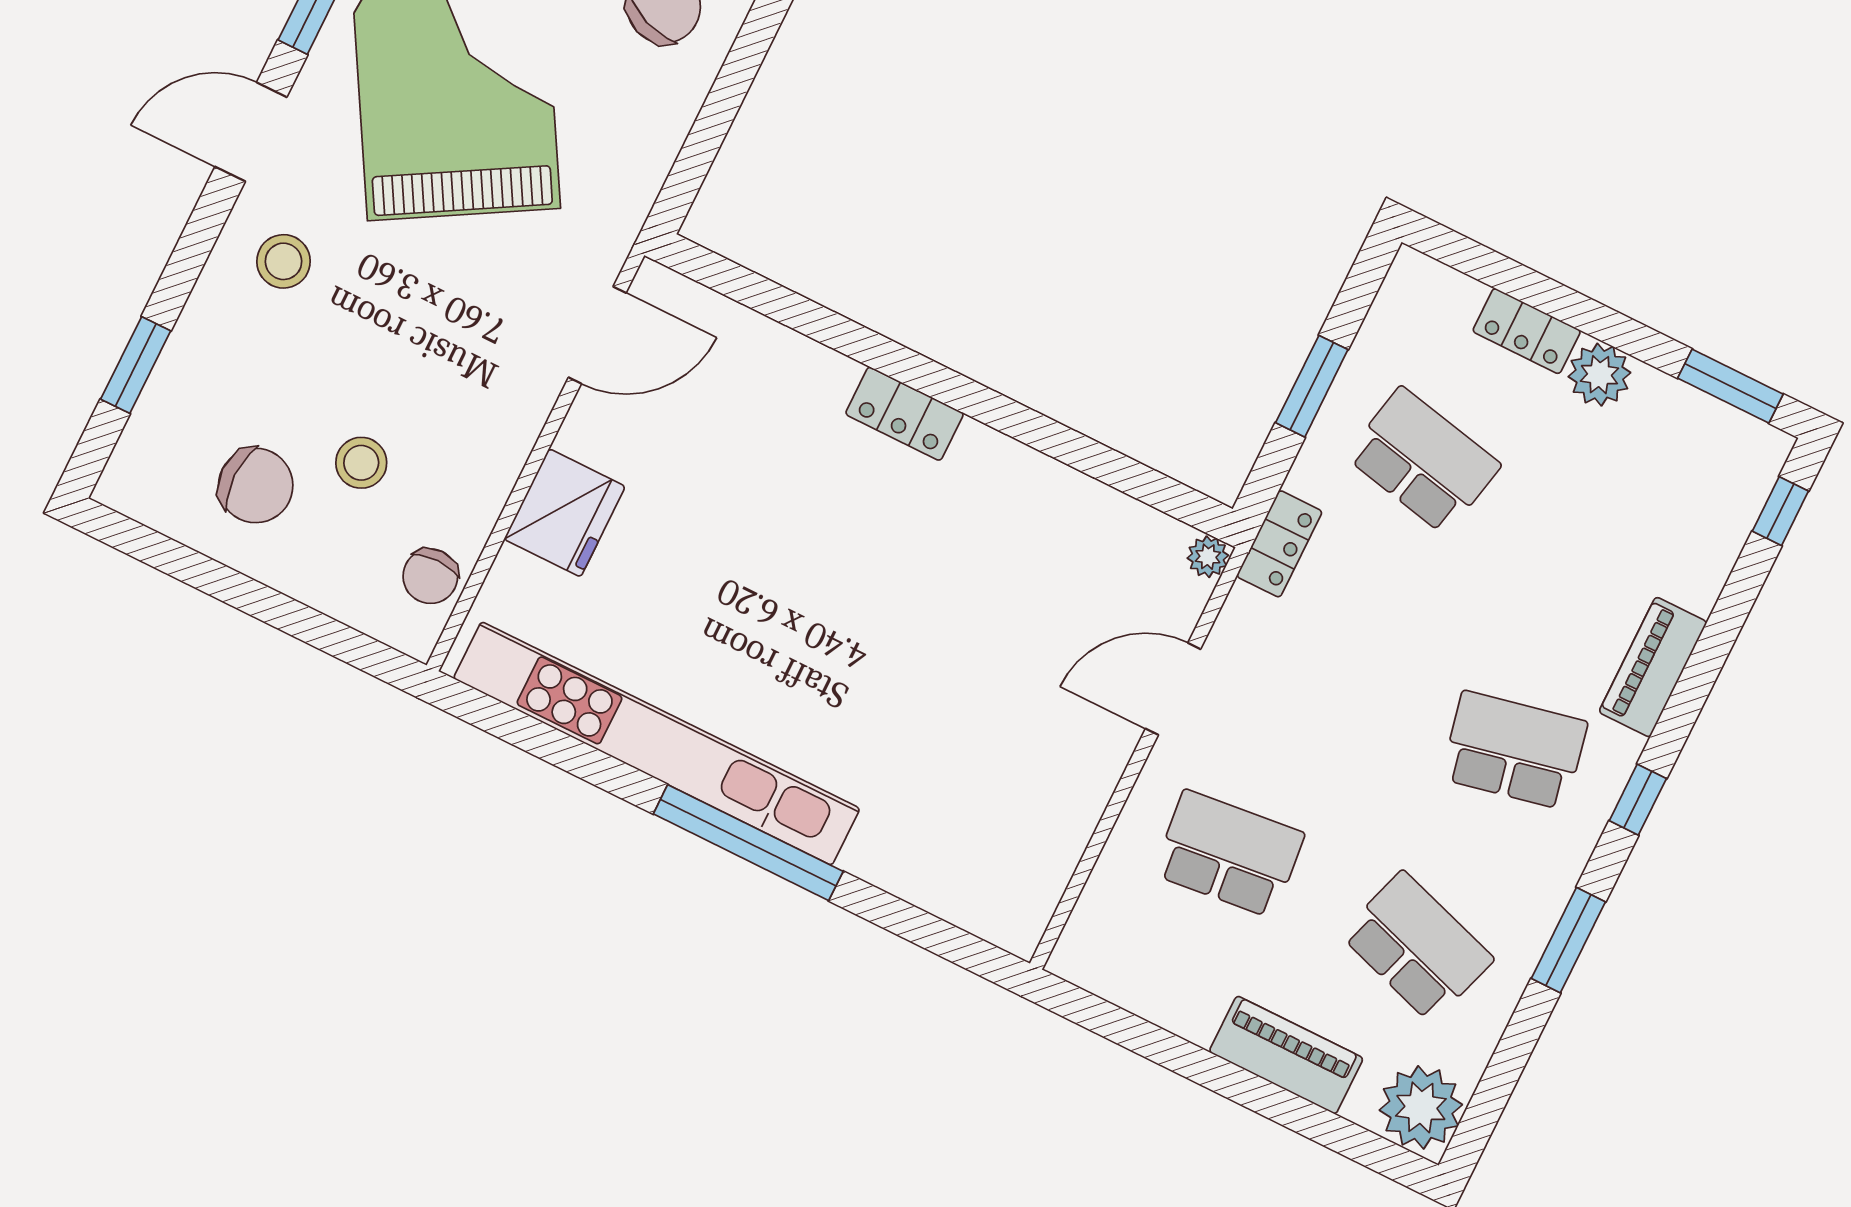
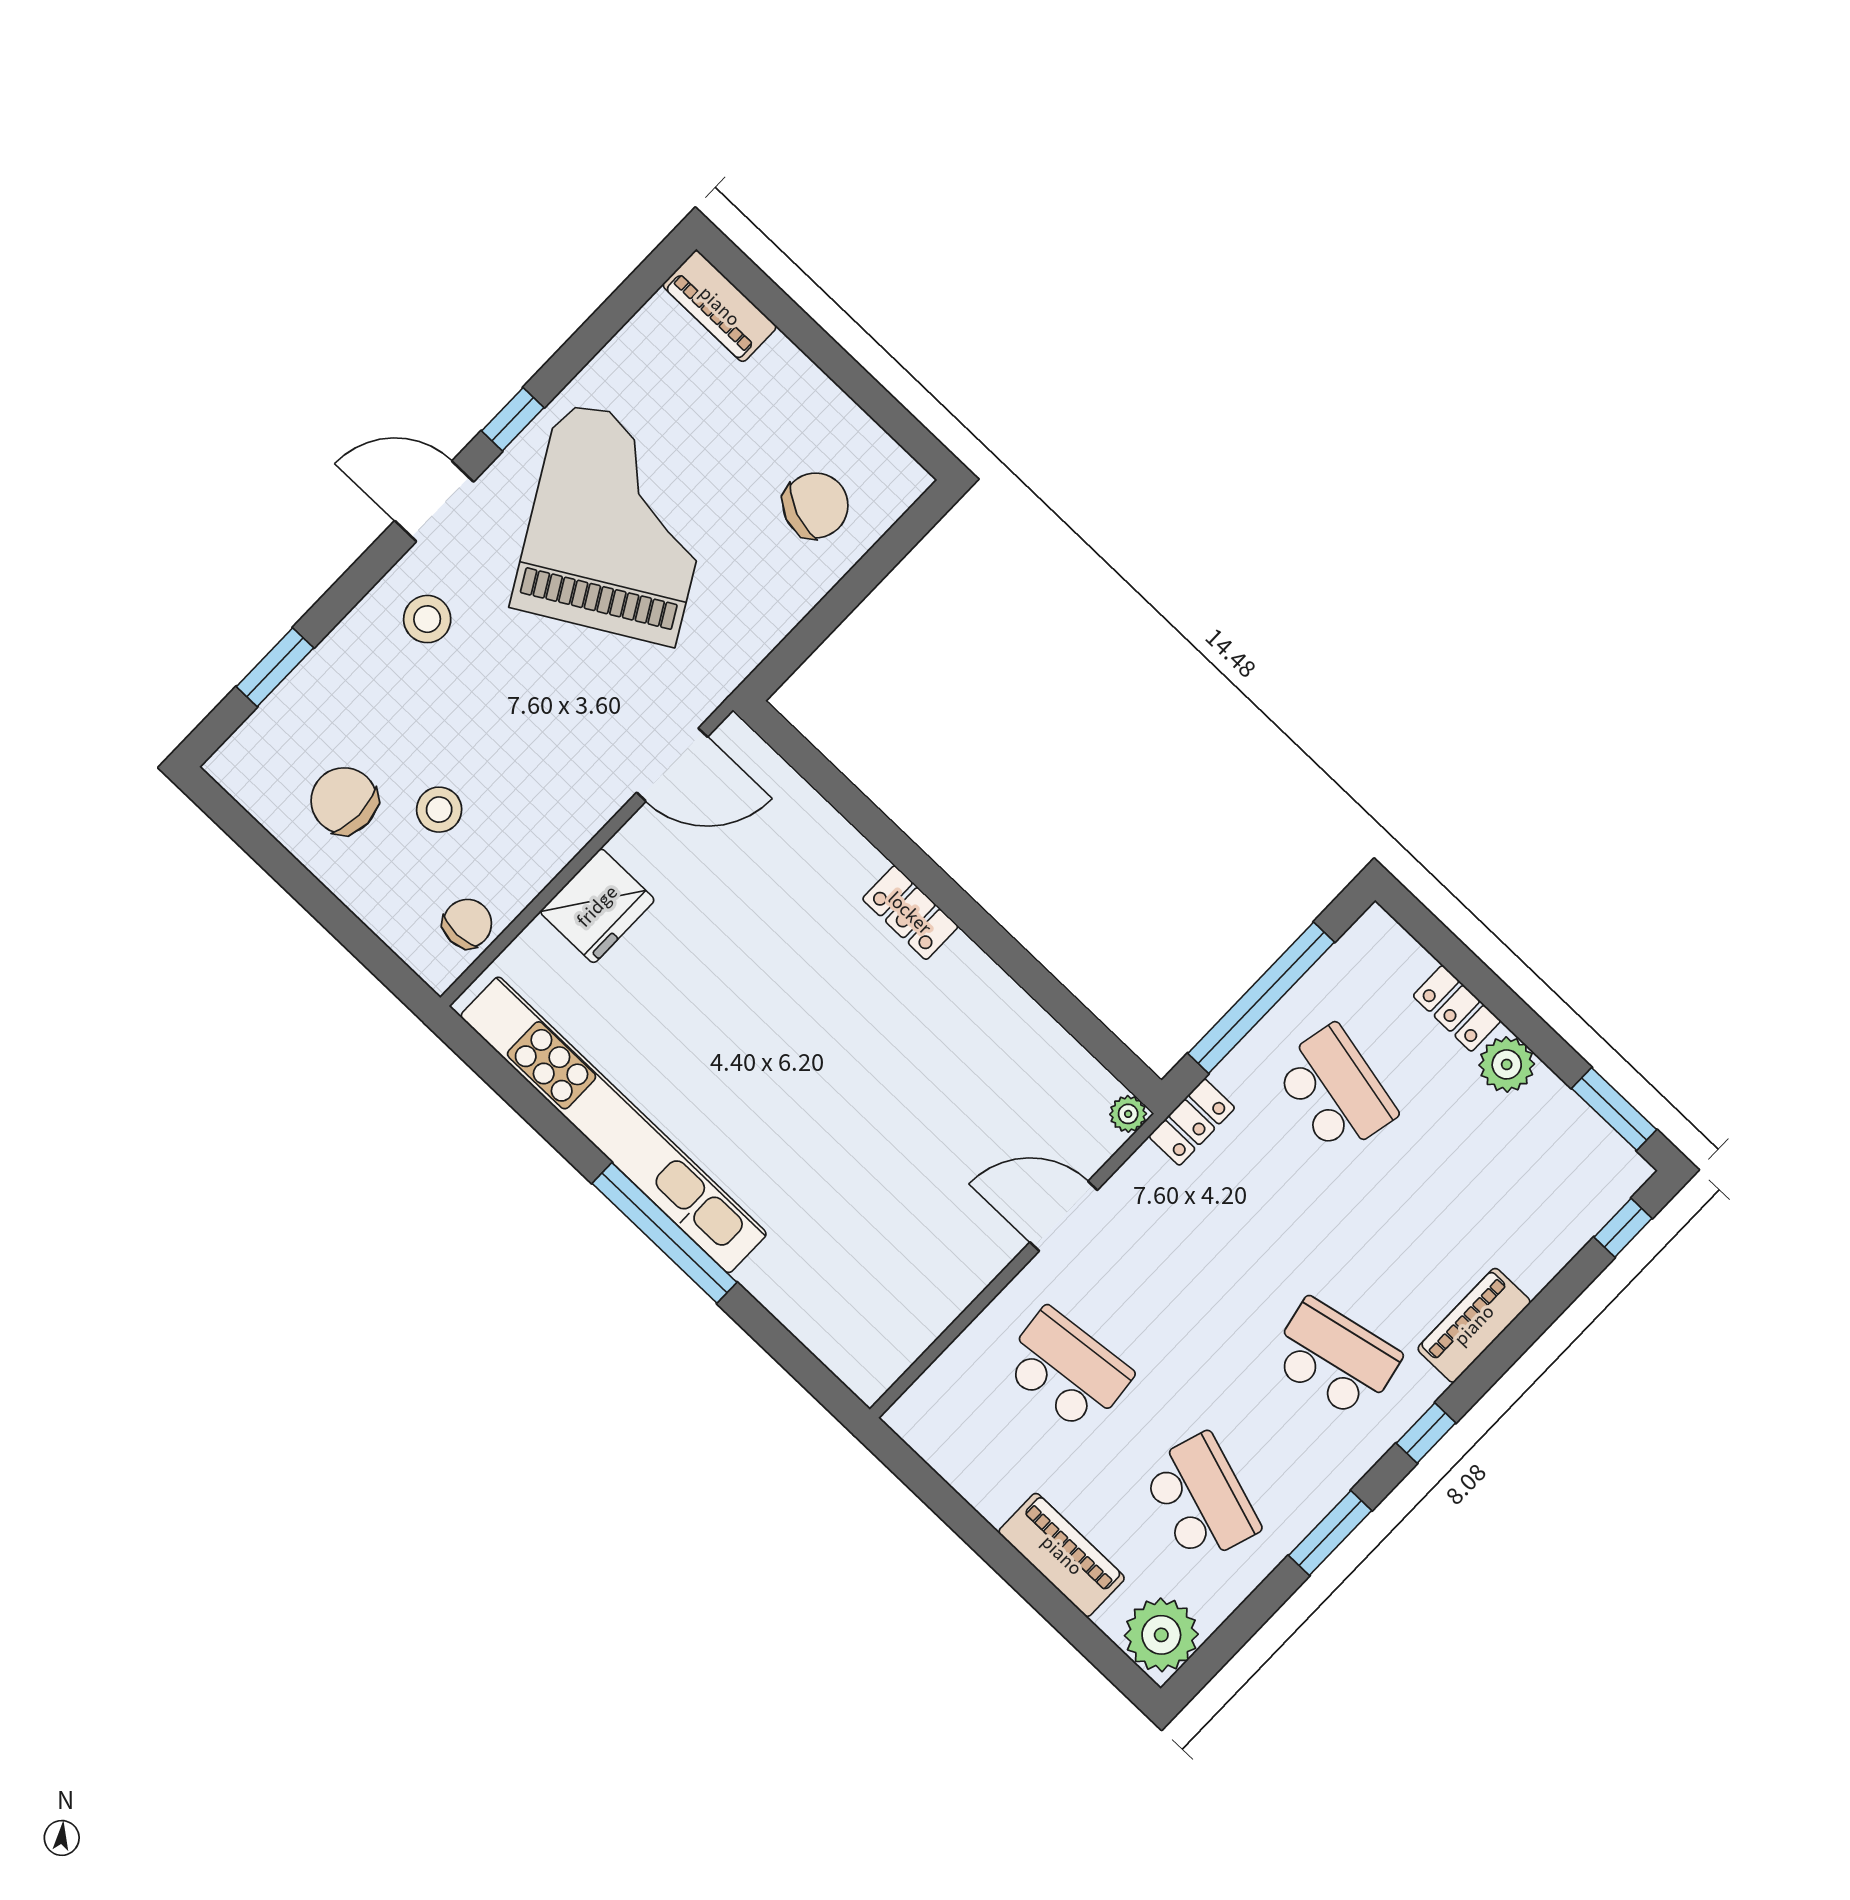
window: (1312, 386) -> (1261, 998), width x2.11
chair: (256, 486) -> (344, 801), turned 180
chair: (430, 576) -> (467, 924), turned 180

